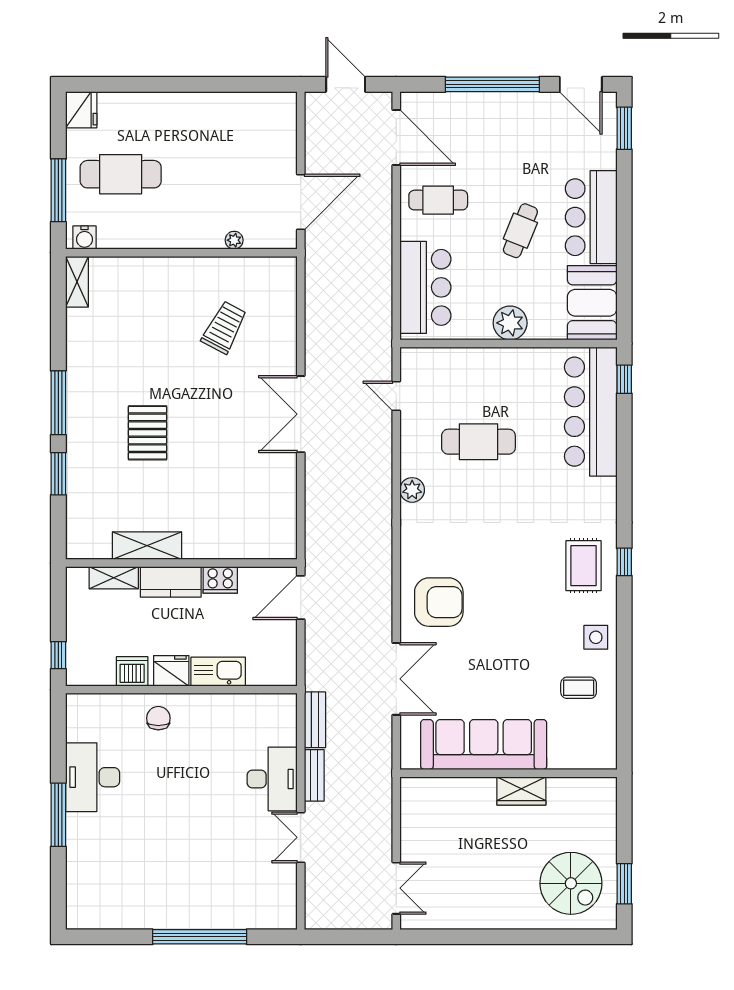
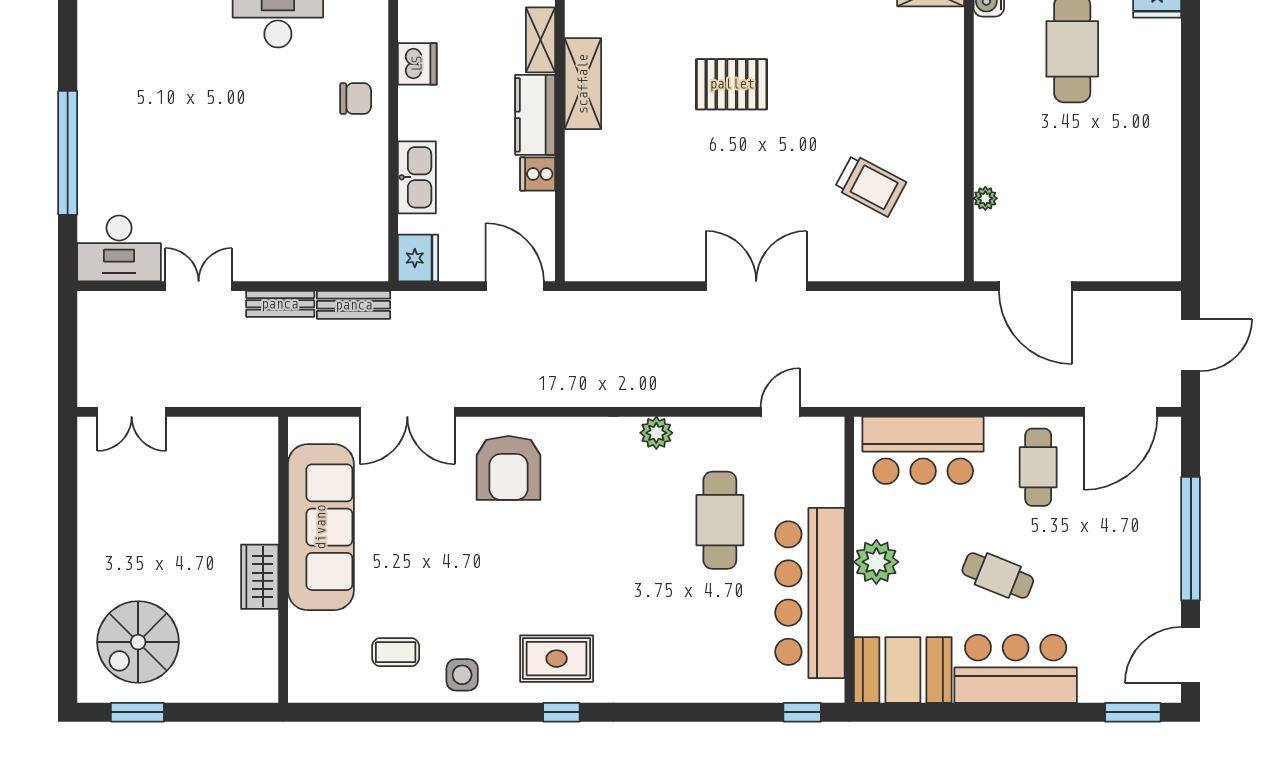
bar counter: (591, 412) -> (810, 593), moved, turned -90
cooker: (220, 580) -> (538, 174), width x0.73
fridge: (171, 671) -> (418, 258), moved
coffee table: (579, 688) -> (396, 652), turned 90
desk: (272, 779) -> (119, 248), moved

